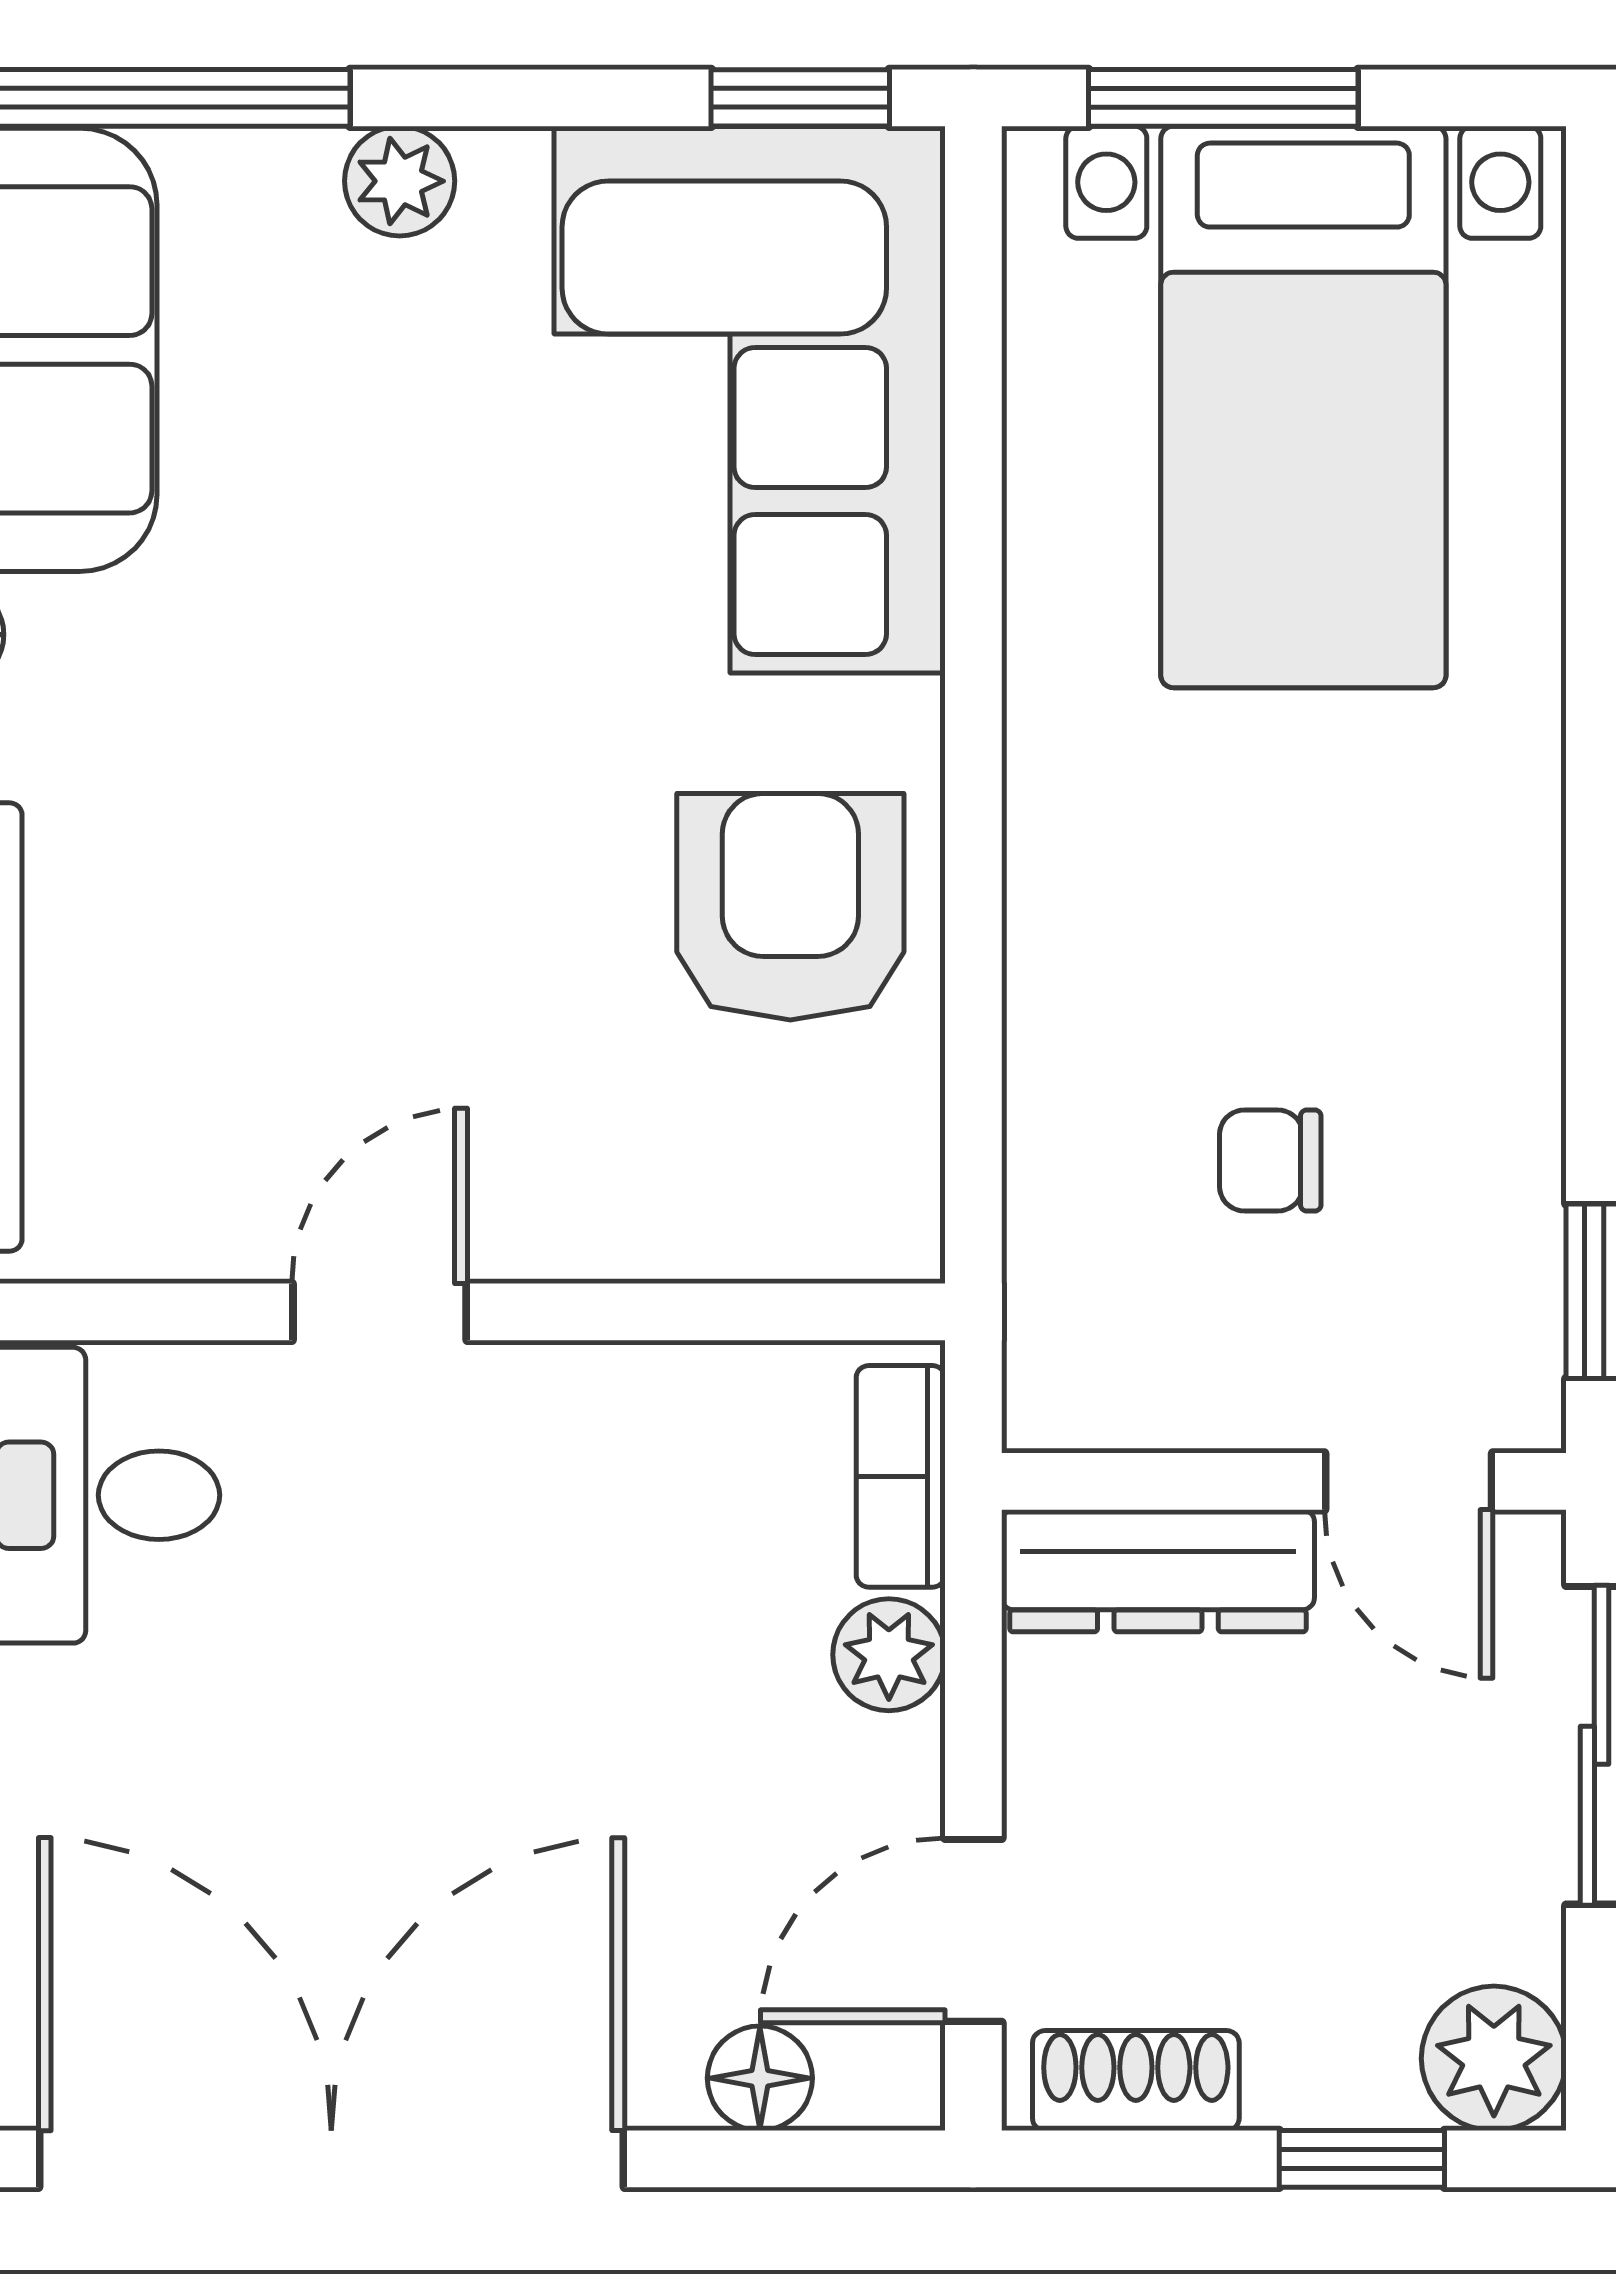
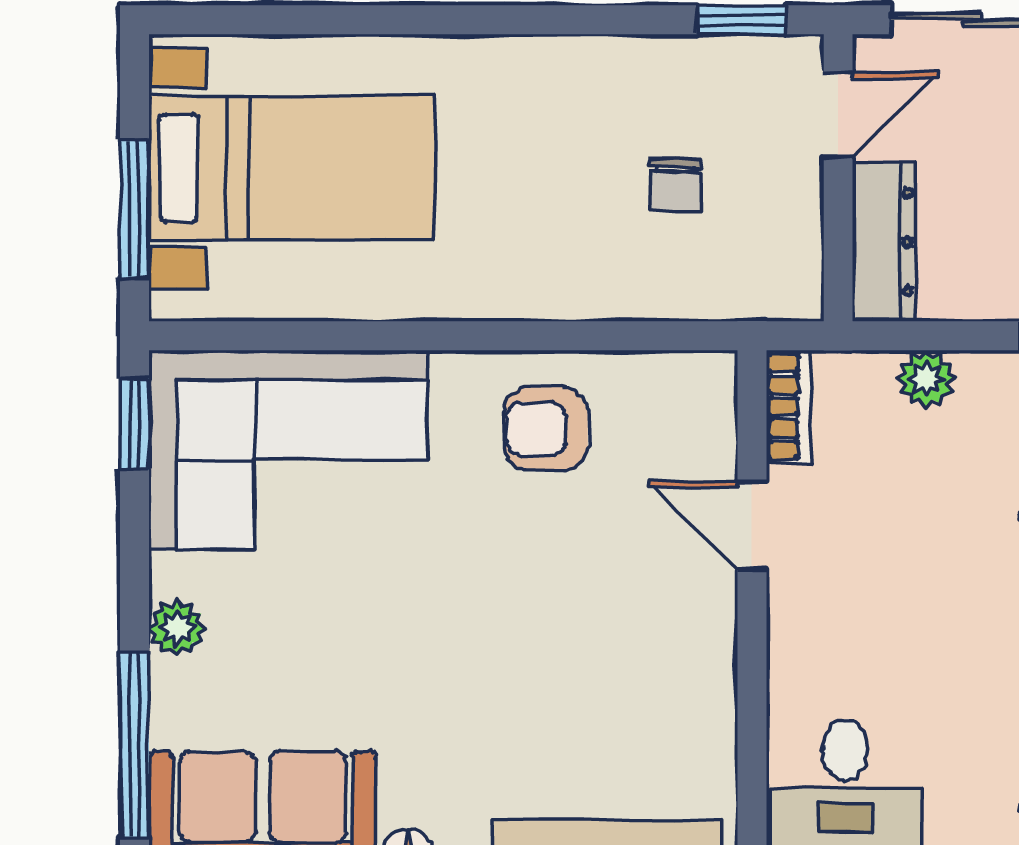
armchair: (790, 907) -> (546, 429), width x0.72, depth x0.72
door: (380, 1312) -> (752, 526), moved
bookcase: (901, 1476) -> (789, 407), moved, turned -90

